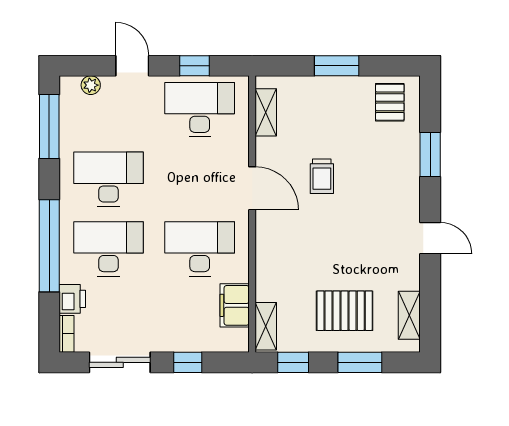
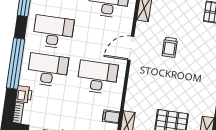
door: (252, 188) -> (131, 48), swing flipped
filing cabinet: (235, 305) -> (111, 117), width x0.50

